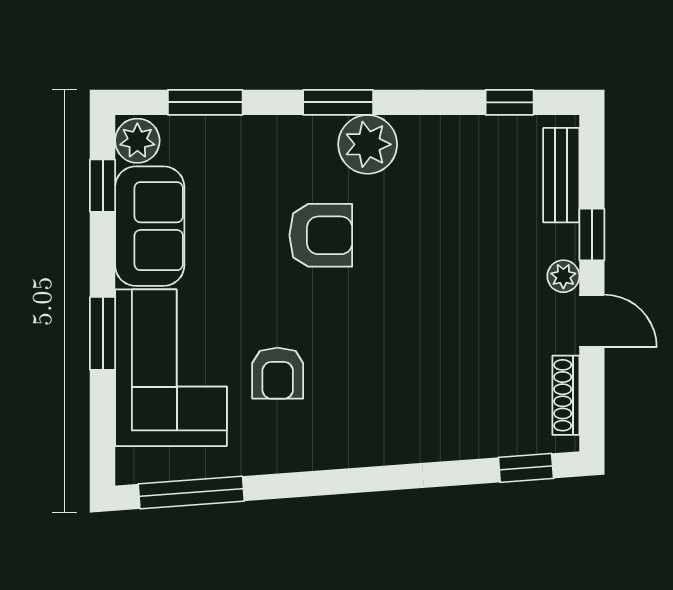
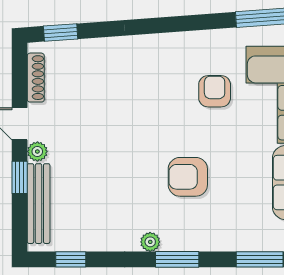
plant: (368, 144) -> (150, 242), width x0.53, depth x0.53
bench: (561, 175) -> (39, 204), width x1.36

